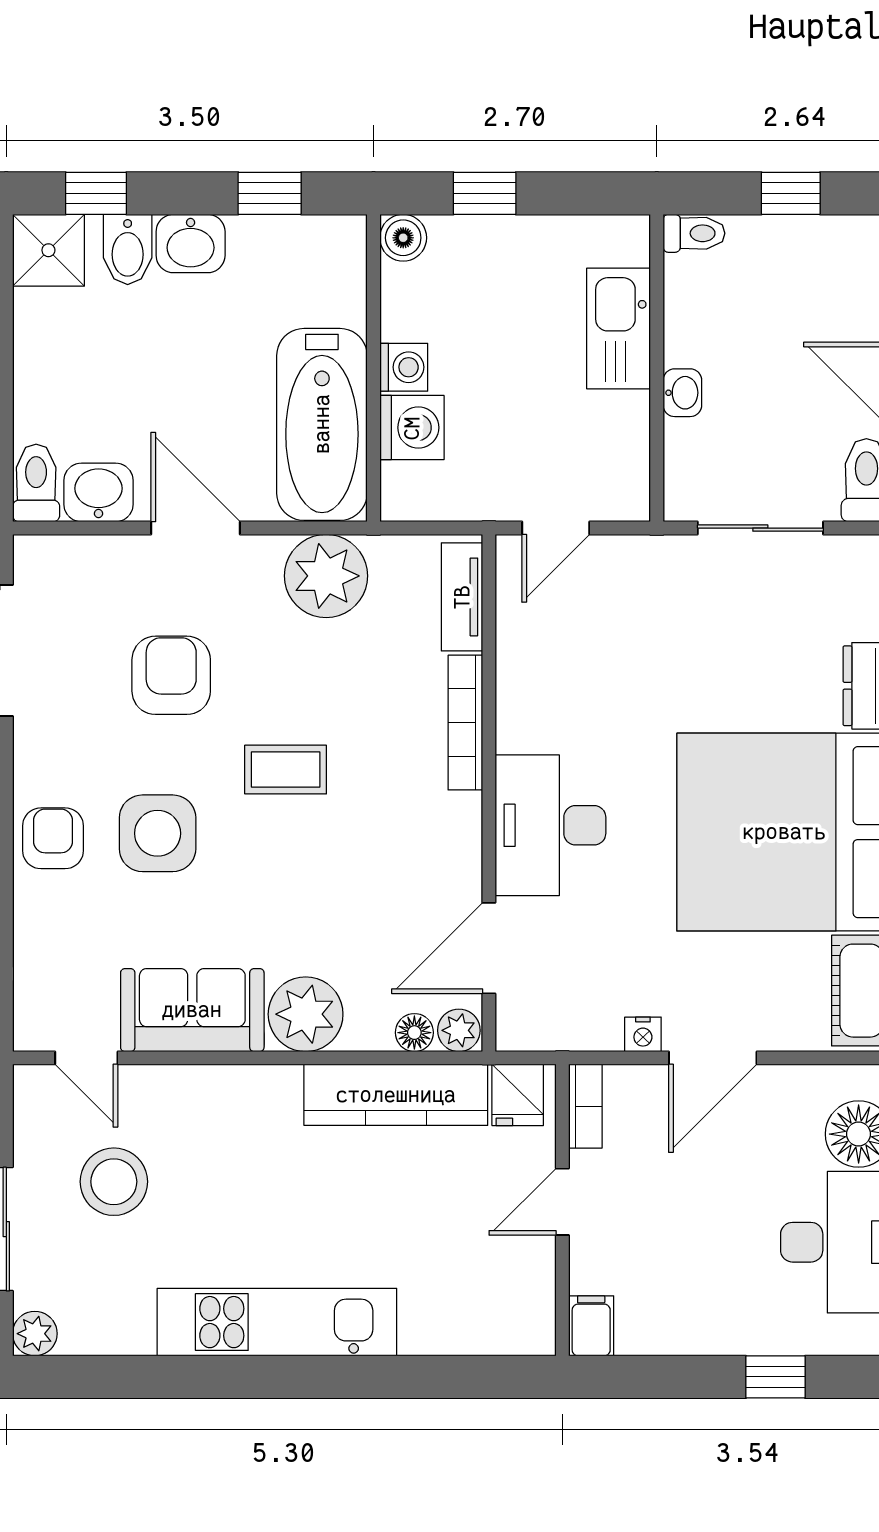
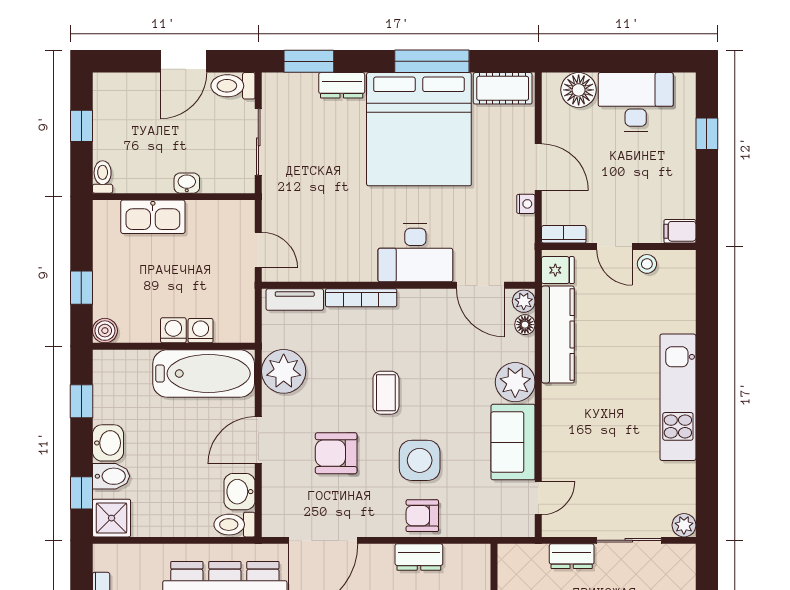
washing machine: (412, 428) -> (201, 331), width x0.73, depth x0.73
stool: (114, 1182) -> (647, 264), moved, width x0.53, depth x0.53

